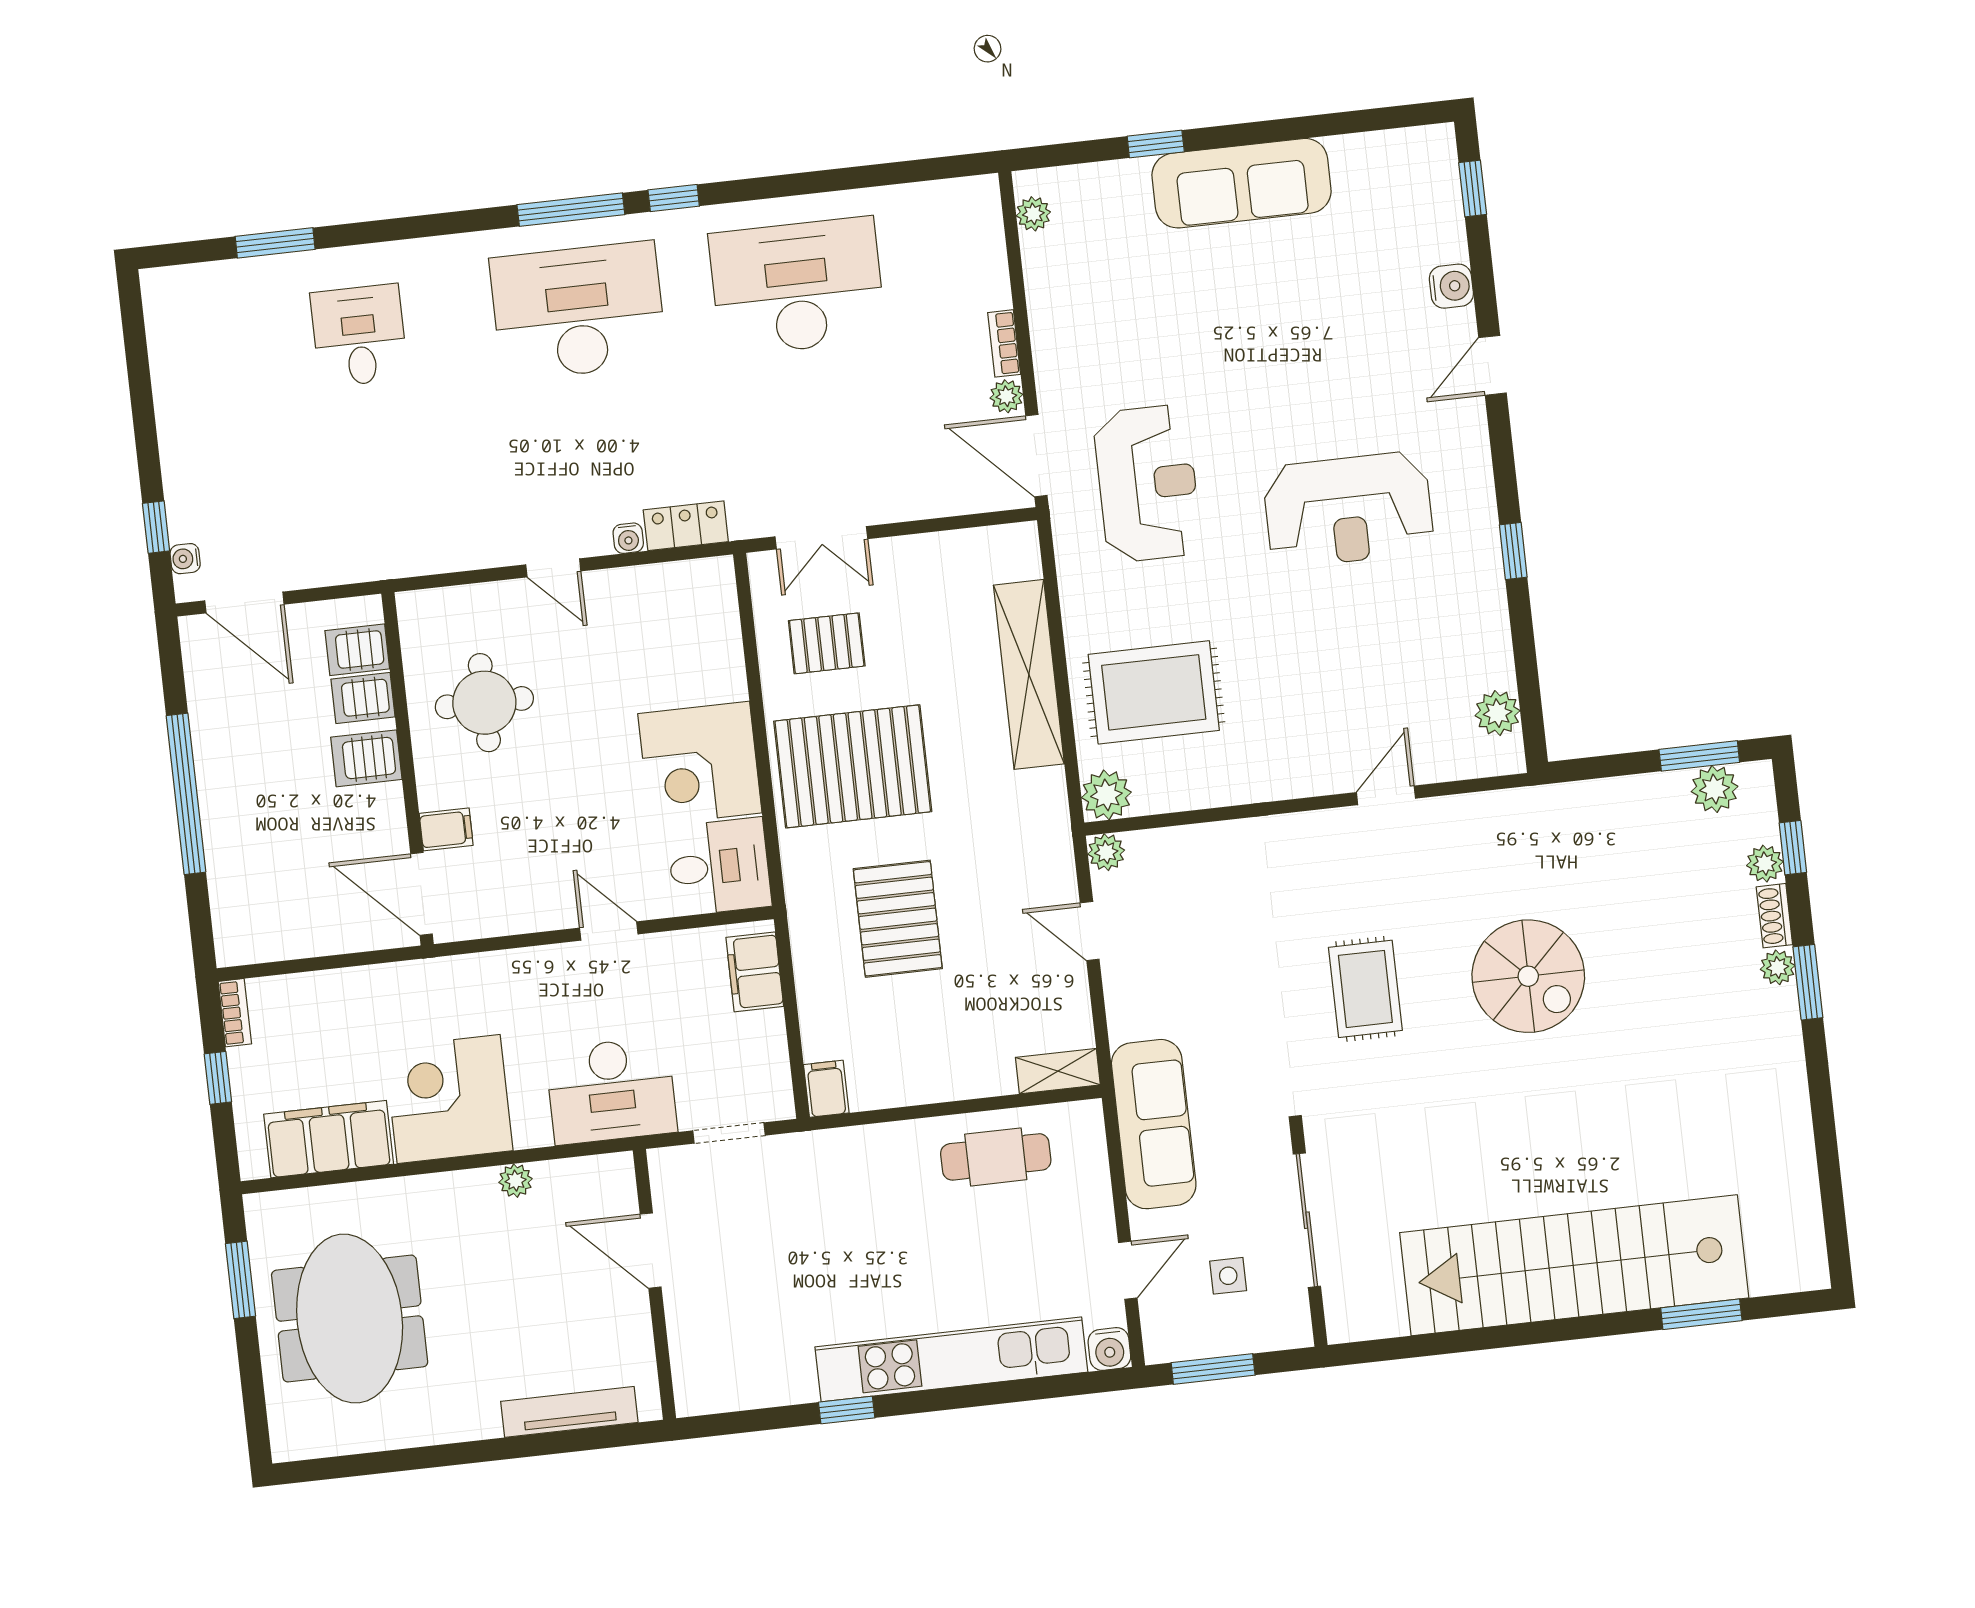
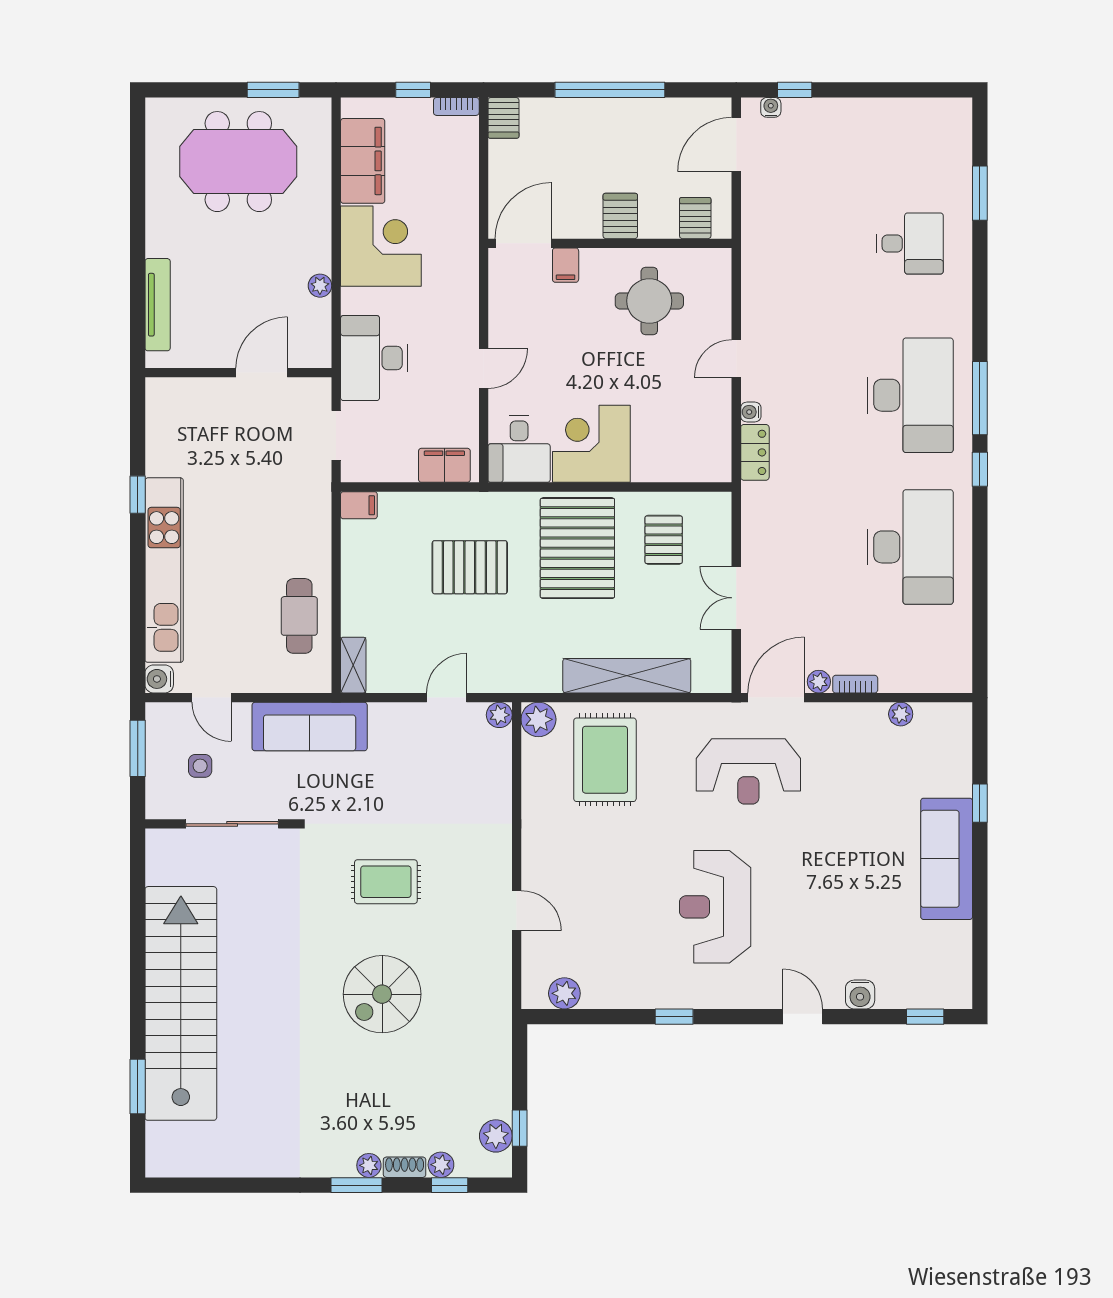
plant: (1033, 214) -> (901, 714), moved
double door: (821, 538) -> (736, 598), moved
server rack: (363, 698) -> (503, 118), moved, turned 180
window: (1699, 756) -> (520, 1128), width x0.67

